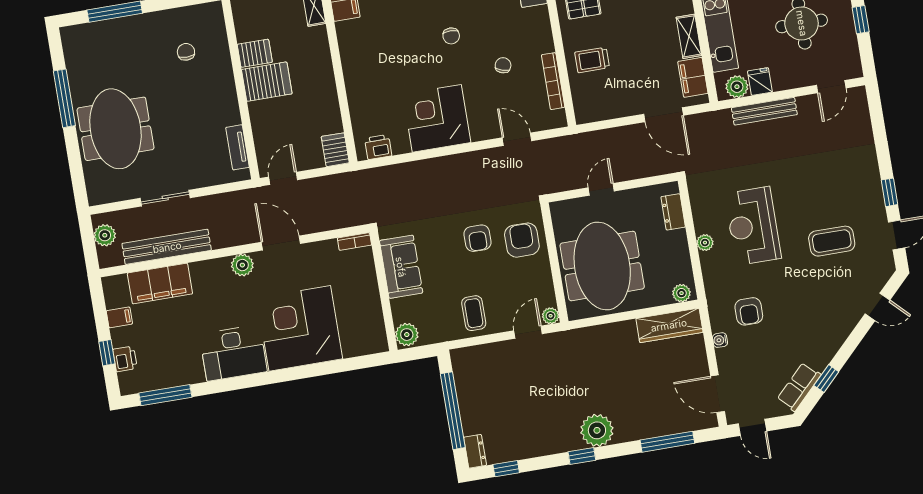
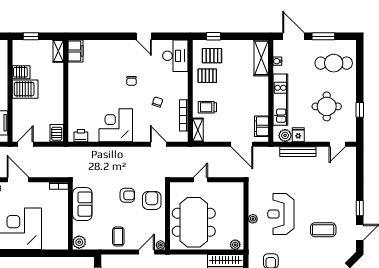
shelving: (689, 36) -> (198, 130), moved
dresser: (673, 212) -> (238, 199), removed
armchair: (477, 238) -> (127, 195), turned -90

